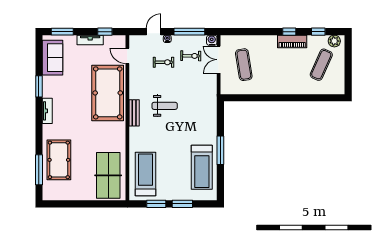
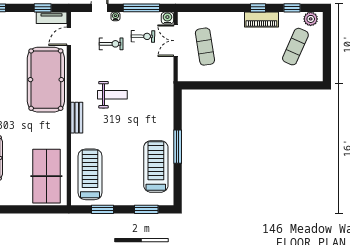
tv unit: (90, 40) -> (52, 18), moved
door: (127, 56) -> (69, 36), hinge flipped
bench: (134, 113) -> (77, 118), moved
treadmill: (202, 167) -> (156, 166), turned 180
window: (182, 204) -> (146, 209), moved

